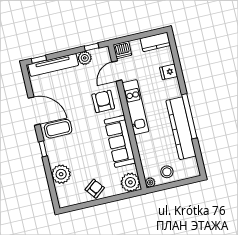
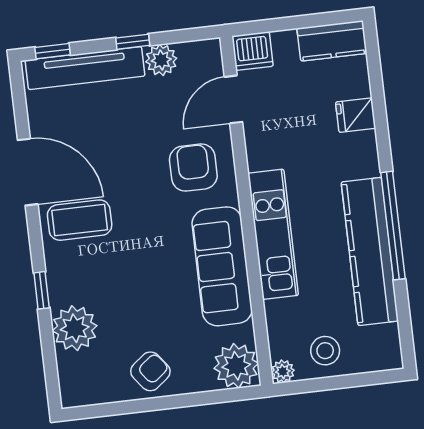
window: (92, 47) -> (133, 42), moved
kitchen unit: (135, 107) -> (273, 234), moved
window: (43, 149) -> (42, 290), moved

